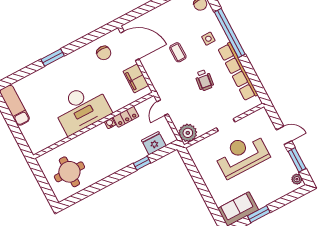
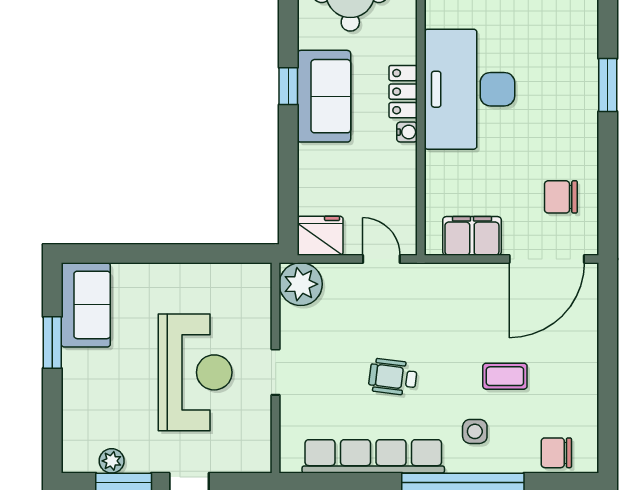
coffee table: (178, 52) -> (505, 376), moved
locker: (126, 117) -> (403, 92), moved
fridge: (154, 143) -> (320, 236), moved, turned -90
sofa: (113, 161) -> (324, 96), added
window: (142, 163) -> (288, 86), moved
plant: (297, 179) -> (112, 461), moved

